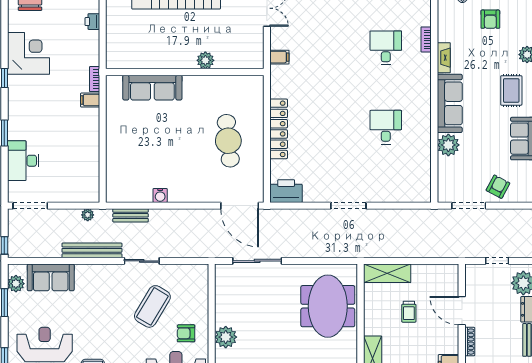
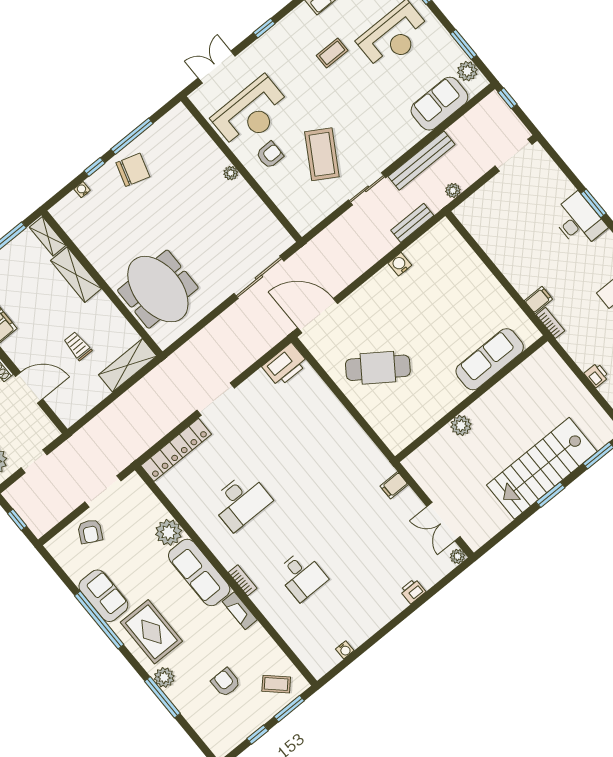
bookcase: (426, 39) -> (243, 580), moved
rug: (511, 90) -> (151, 632), width x1.36, depth x1.43
desk: (386, 127) -> (241, 501), width x1.37
locker: (279, 129) -> (176, 450), moved, turned -90
cafe table: (228, 141) -> (378, 368), turned -49
desk: (23, 161) -> (579, 221), moved
plant: (226, 337) -> (231, 173), width x0.53, depth x0.53

